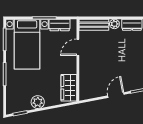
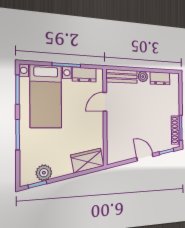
wardrobe: (69, 88) -> (87, 161), moved, turned 79
door: (116, 95) -> (145, 157), hinge flipped
plant: (38, 102) -> (44, 173), moved

